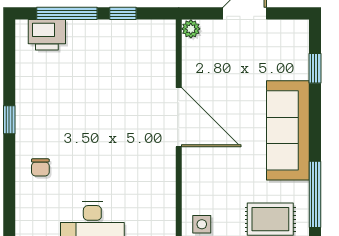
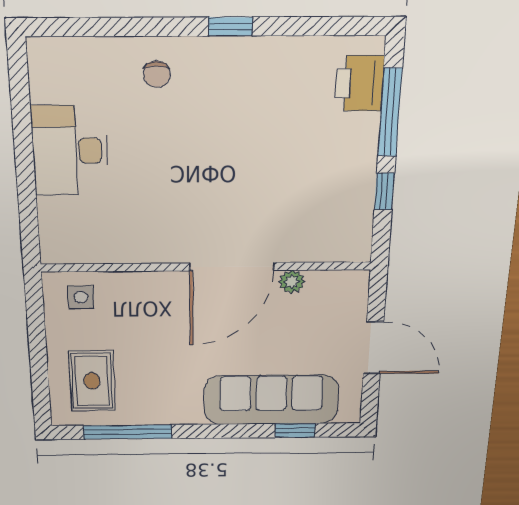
plant: (191, 29) -> (292, 282), moved
sofa: (288, 130) -> (271, 400), moved
chair: (40, 167) -> (157, 74), turned -90

